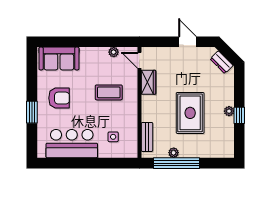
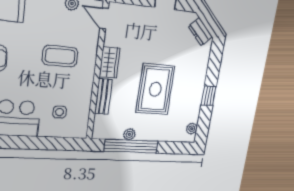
wardrobe: (148, 82) -> (110, 63), moved
plant: (229, 111) -> (192, 129), moved
bench: (147, 137) -> (103, 97), moved

